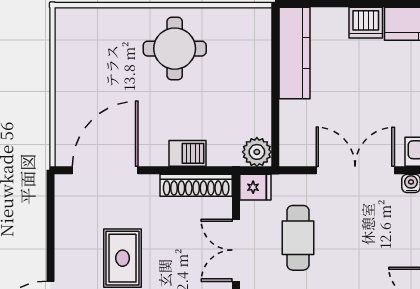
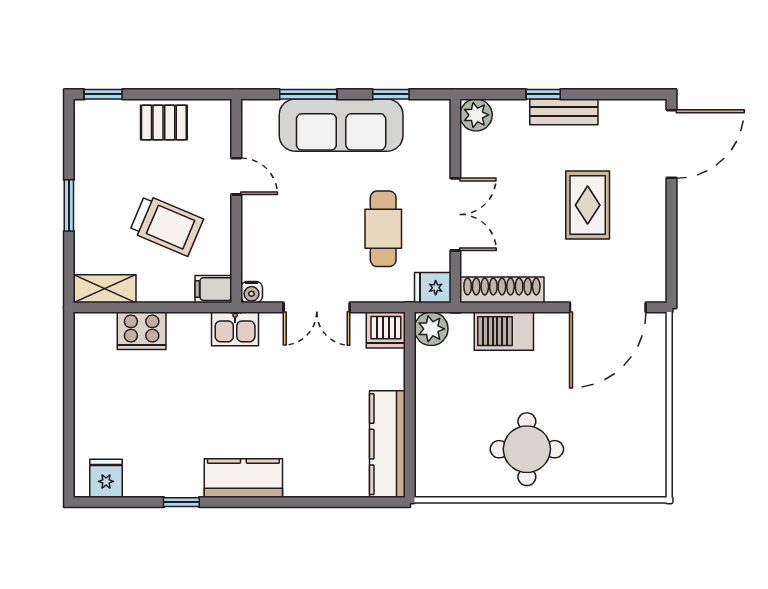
dishwasher: (366, 23) -> (386, 330), moved, turned 180
barbecue: (188, 153) -> (504, 331), width x1.38, depth x1.27
double door: (355, 170) -> (317, 307), width x0.73

